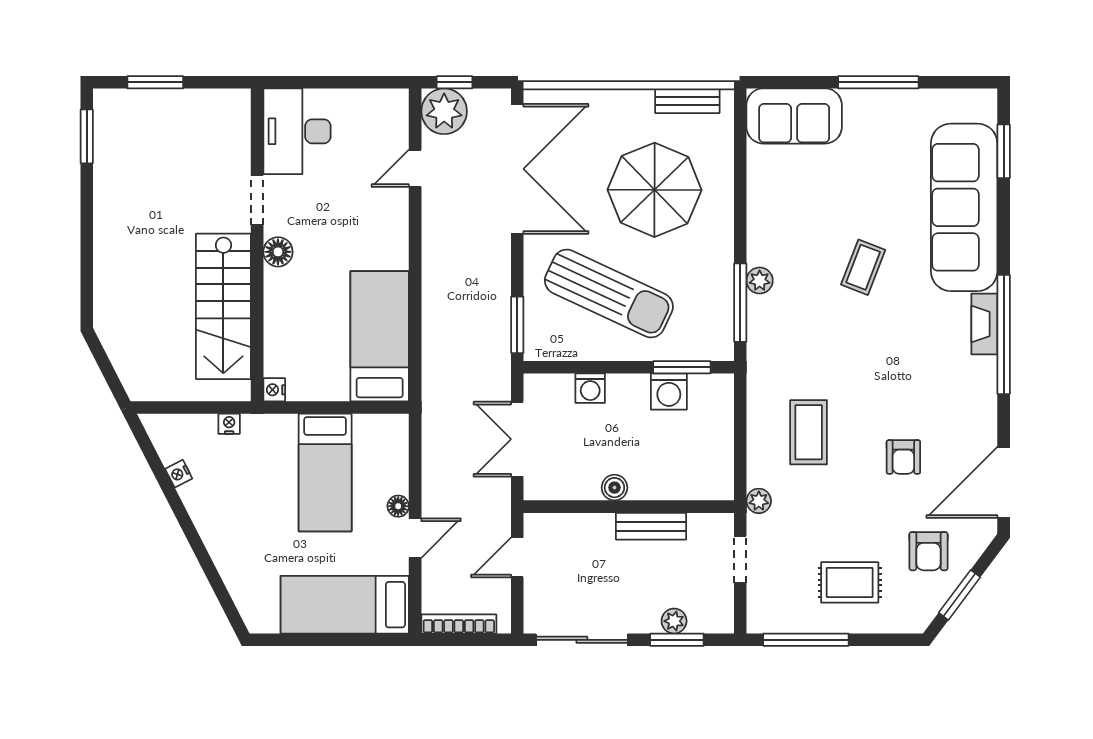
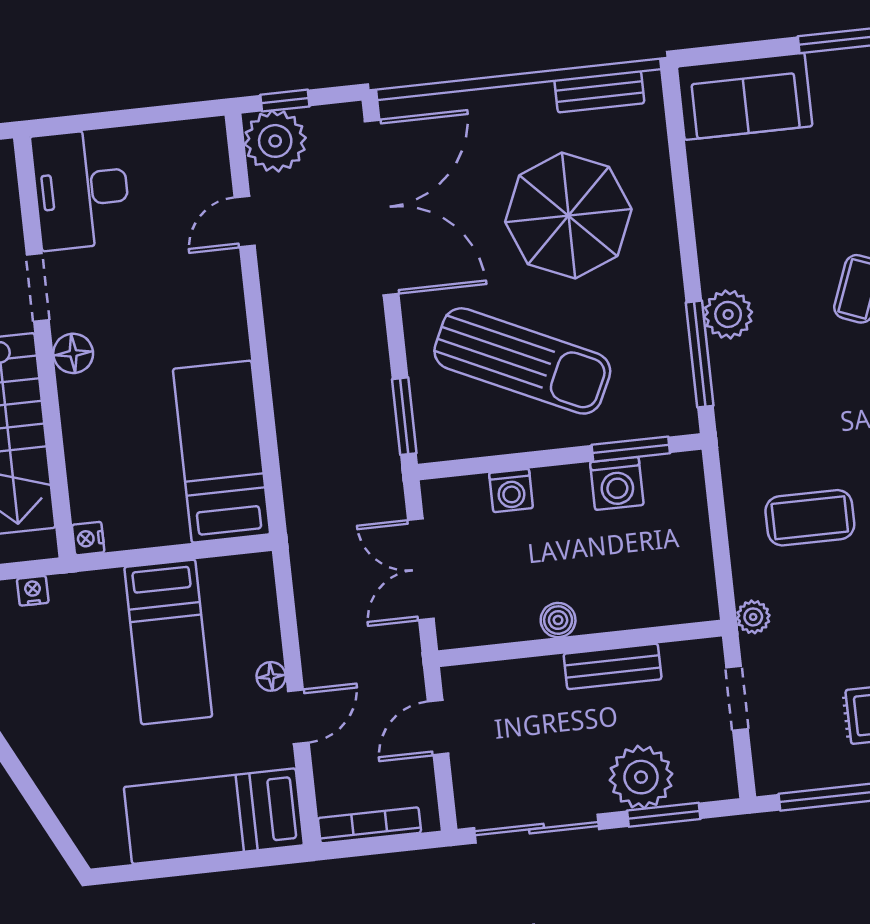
plant: (760, 281) -> (728, 314), width x1.38, depth x1.38
coffee table: (809, 432) -> (810, 518), turned 90
plant: (674, 621) -> (641, 777), width x1.88, depth x1.88

